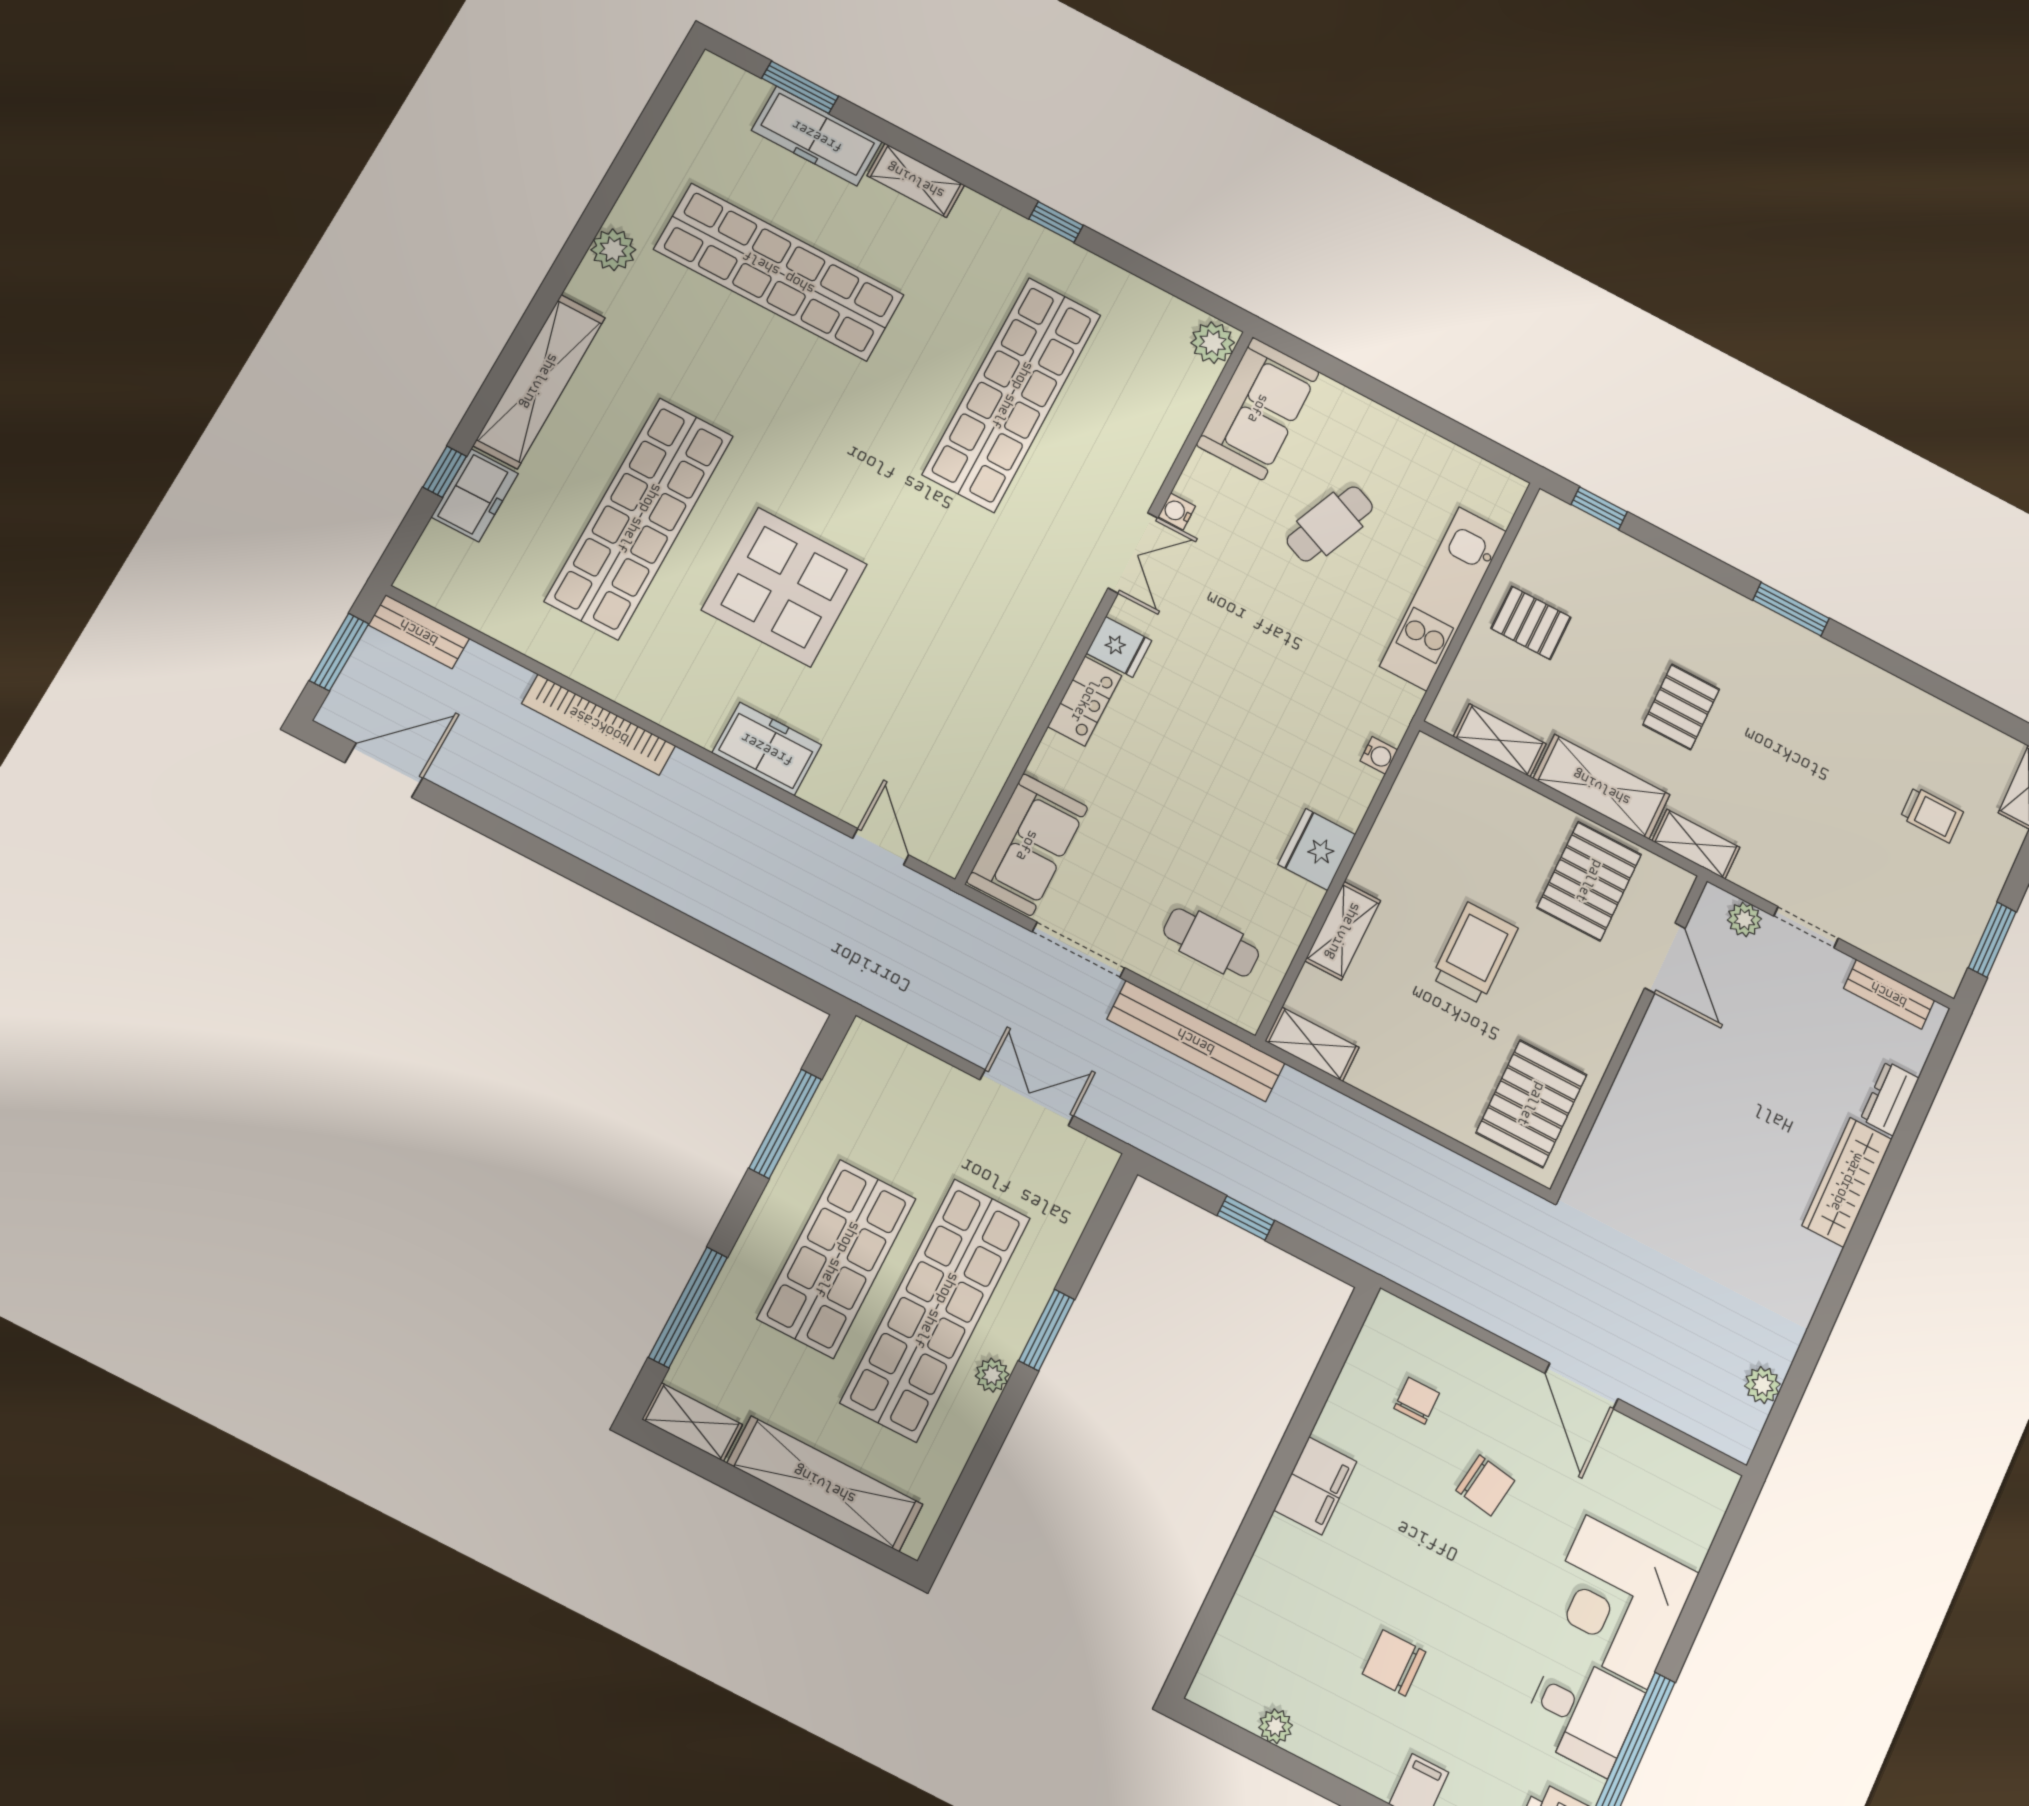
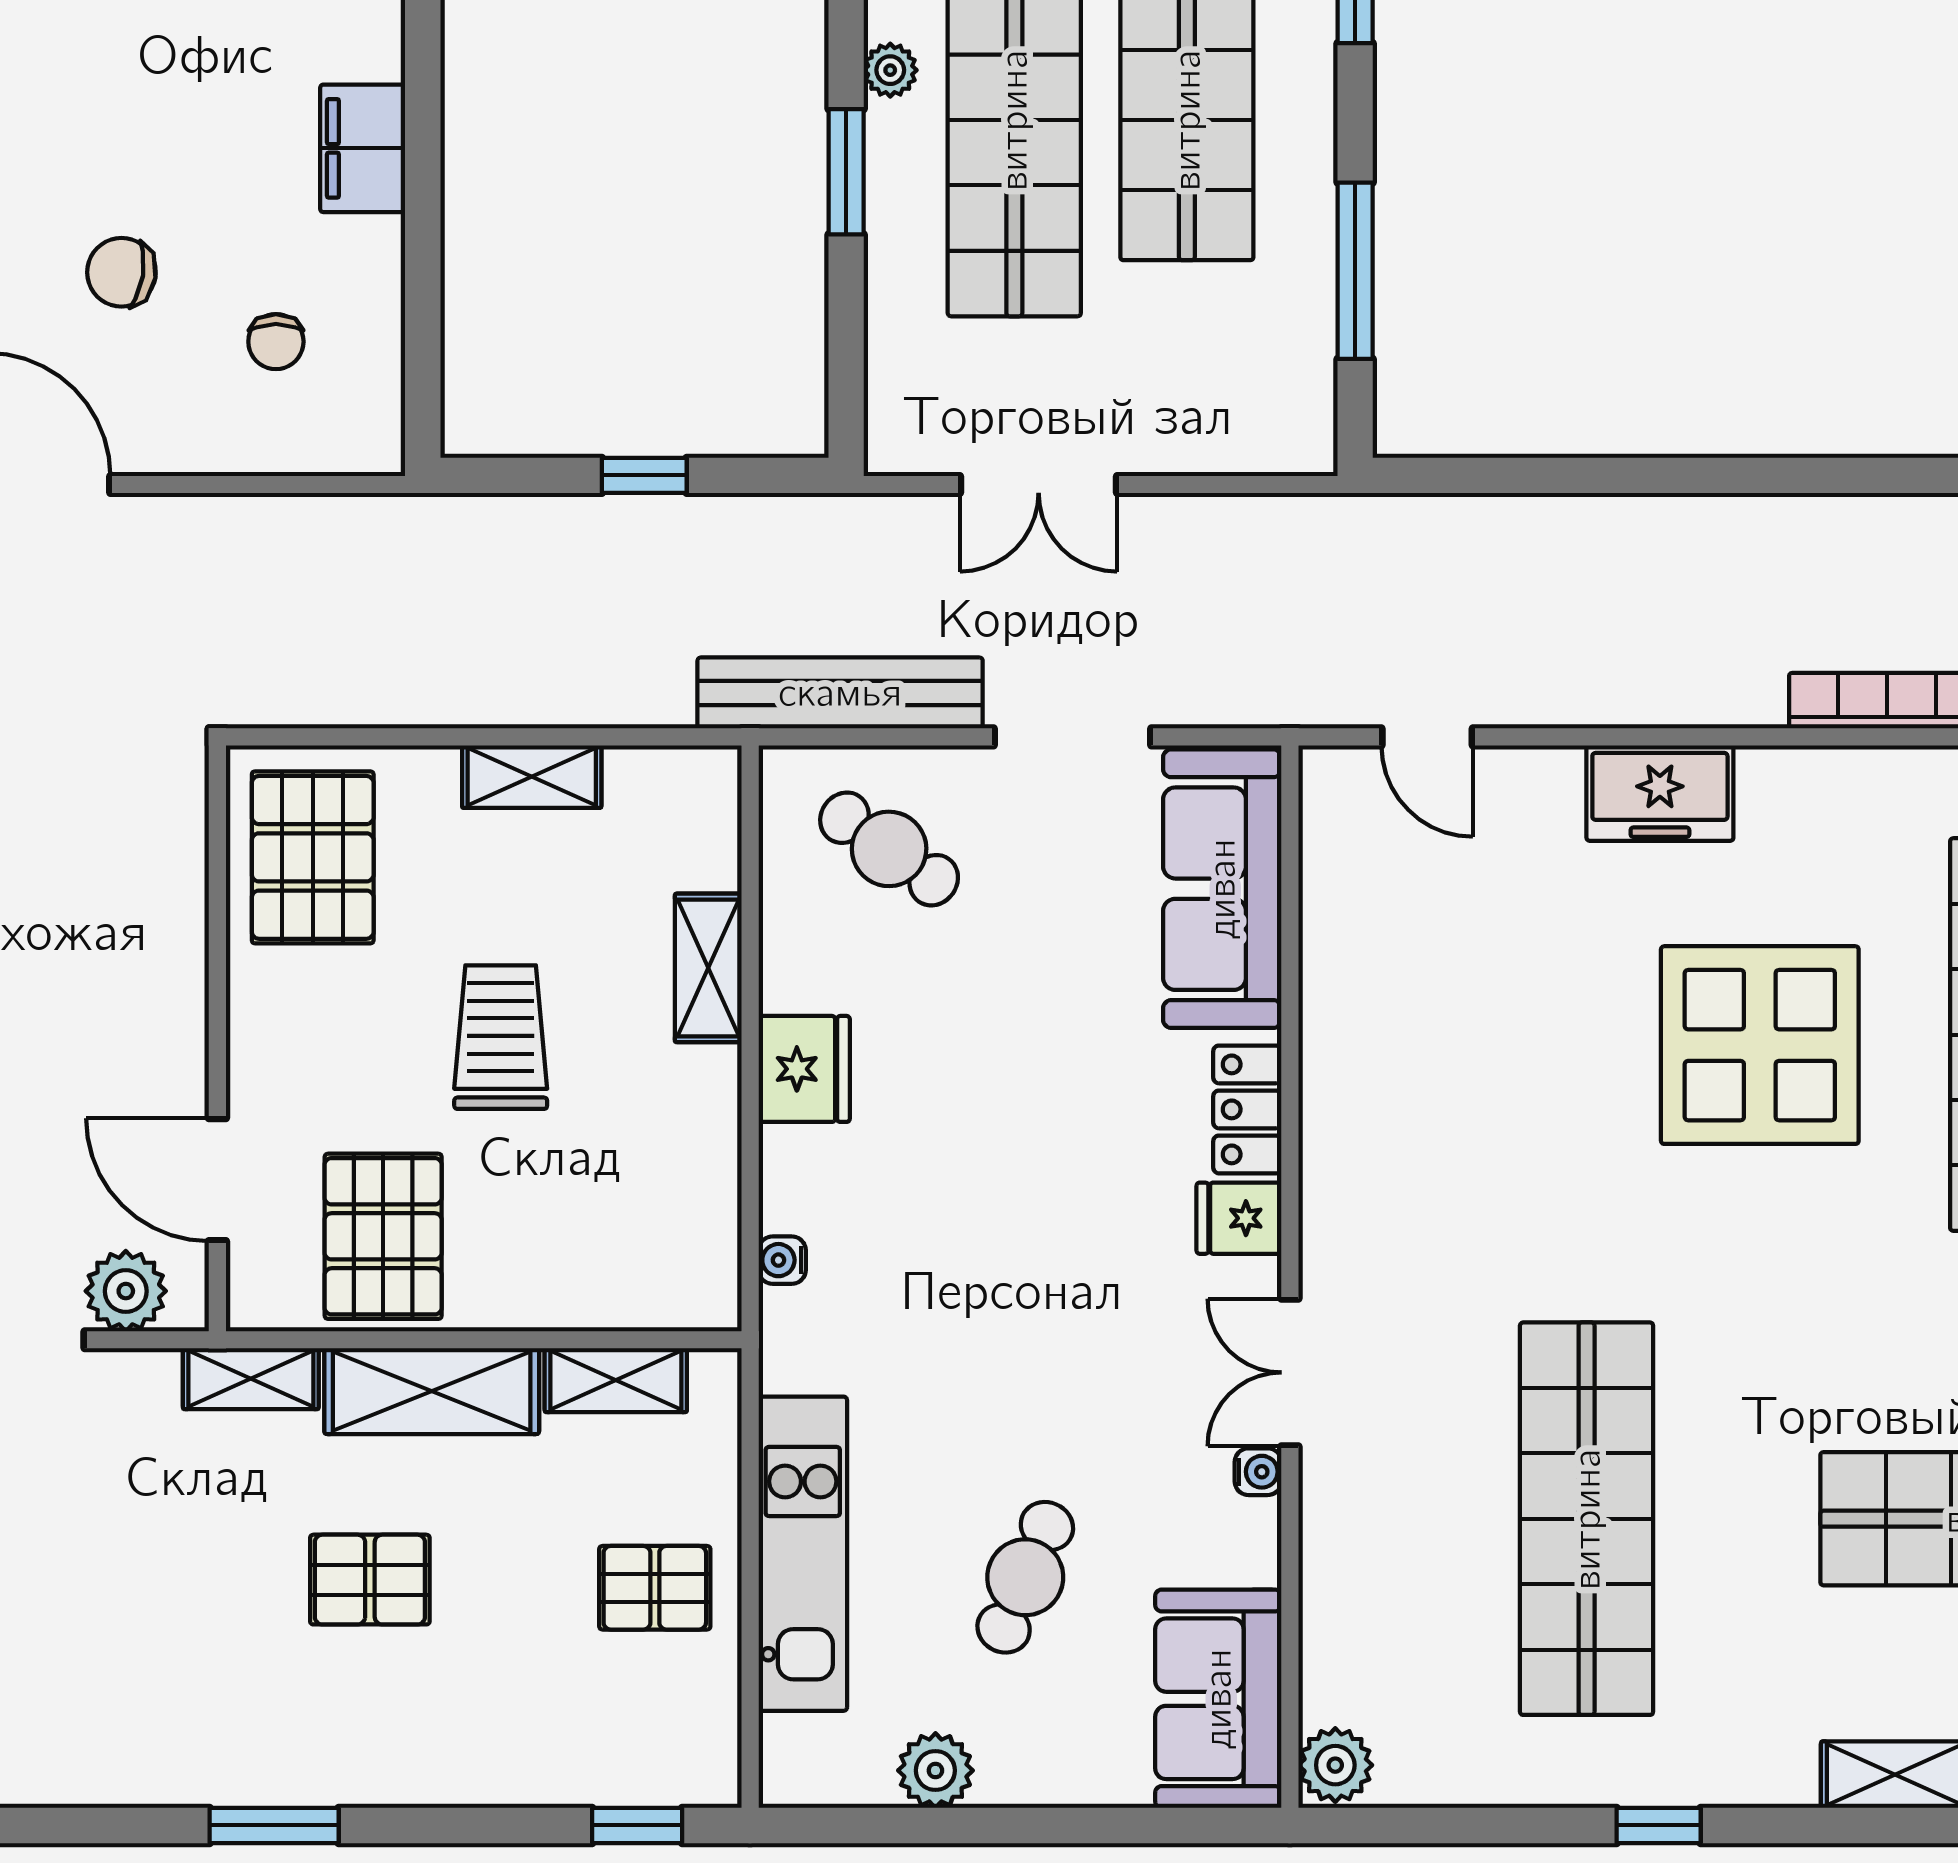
plant: (1427, 452) -> (935, 1770), added
pallet: (1681, 707) -> (370, 1580), turned 90
sofa: (1027, 845) -> (1222, 889), width x1.36
plant: (1744, 919) -> (126, 1291), width x1.38, depth x1.38
cafe table: (1211, 942) -> (889, 849), turned 35
trolley: (1475, 953) -> (501, 1037), turned 180
shelving: (1312, 1044) -> (532, 777), moved

